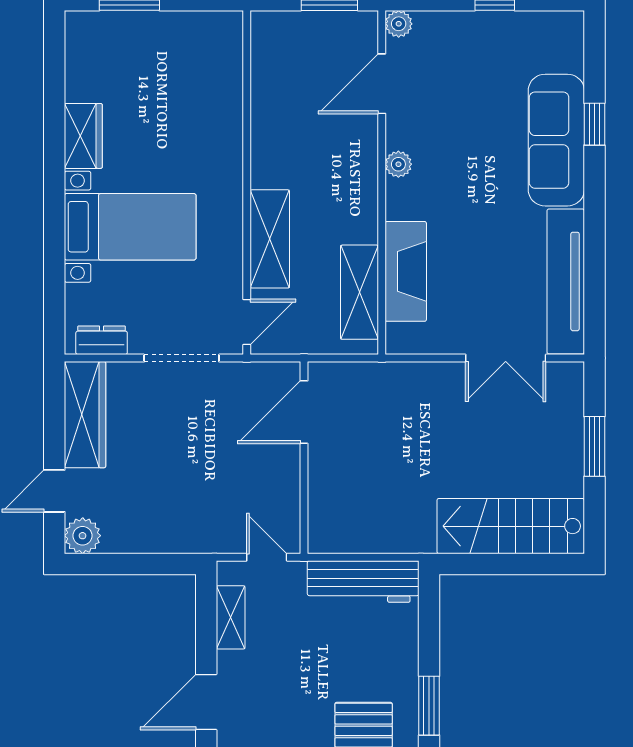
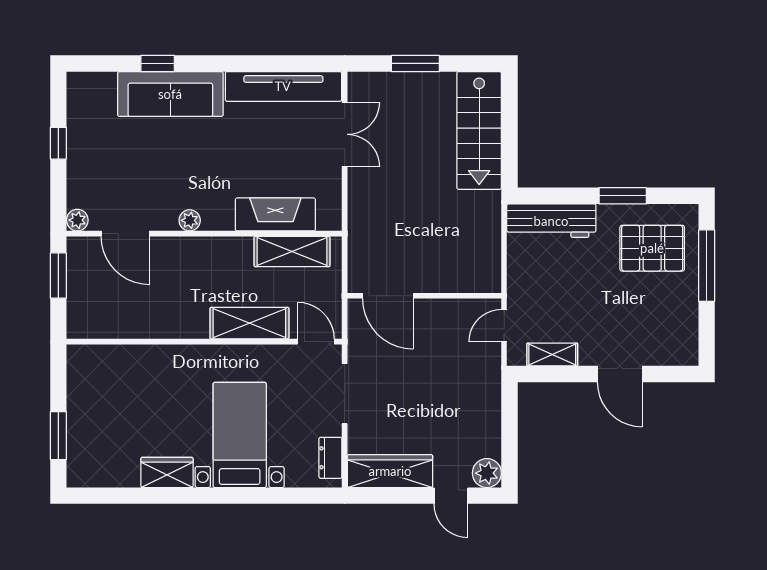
workbench: (363, 582) -> (551, 221), moved, turned 90

